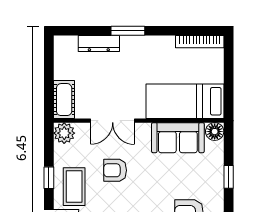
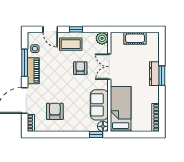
dresser: (99, 43) -> (154, 74), moved
cot: (64, 100) -> (135, 38), moved
window: (229, 177) -> (96, 135), moved

